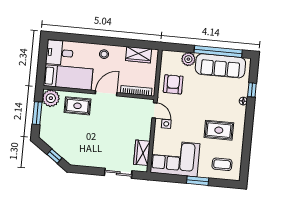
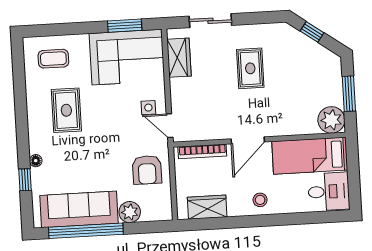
rug: (77, 106) -> (250, 68), moved, turned 90
rug: (219, 130) -> (66, 110), turned 90
window: (198, 181) -> (125, 26), moved

